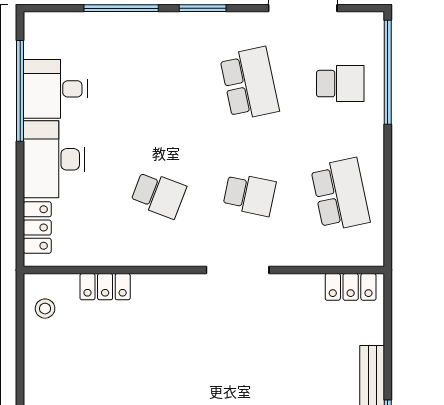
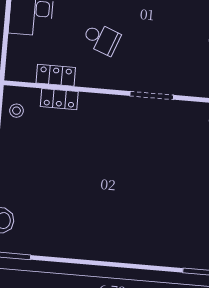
school desk: (249, 195) -> (164, 44), removed
locker: (37, 228) -> (56, 75), moved, turned -90

